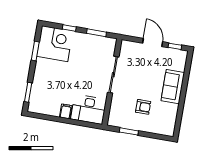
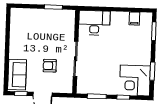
sofa: (173, 87) -> (17, 75), moved
armchair: (143, 107) -> (50, 66), moved
filing cabinet: (66, 111) -> (134, 19), moved

